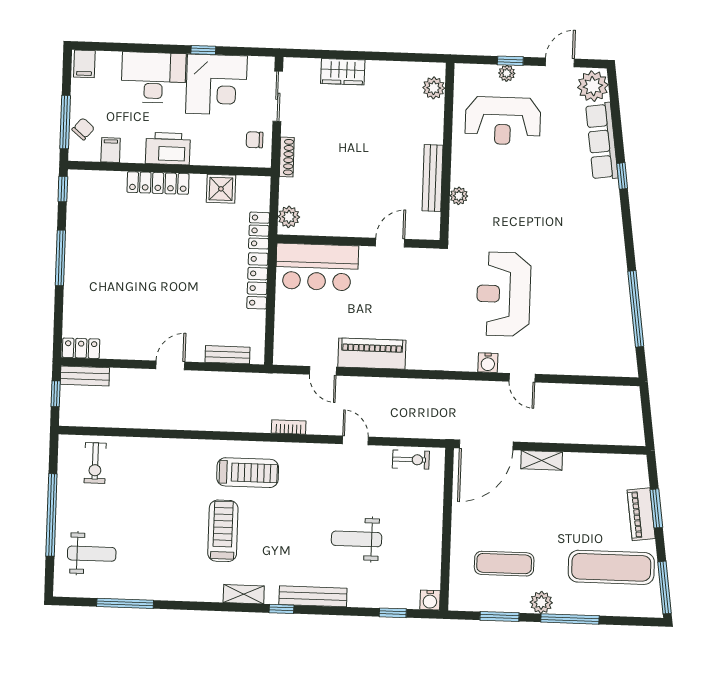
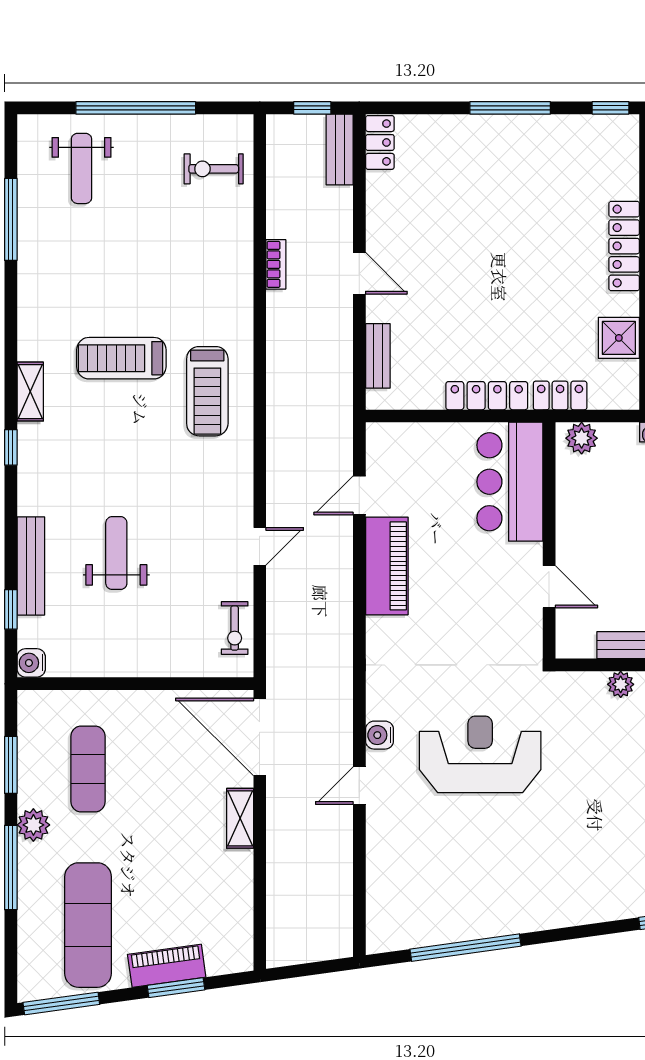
bookcase: (289, 427) -> (276, 264), moved
treadmill: (223, 531) -> (121, 358), turned 180
bench: (313, 596) -> (31, 566), moved

